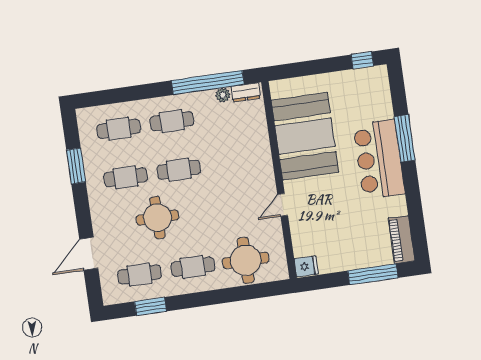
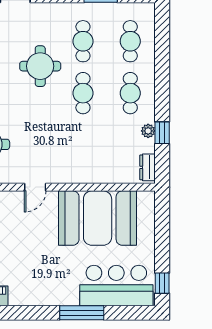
window: (208, 83) -> (162, 133), width x0.32
plant: (223, 95) -> (148, 131), moved
bar counter: (379, 159) -> (116, 285), moved
door: (283, 205) -> (35, 187), swing flipped

